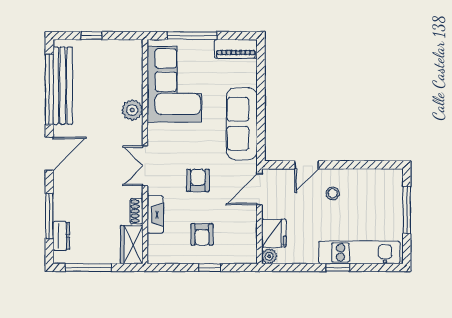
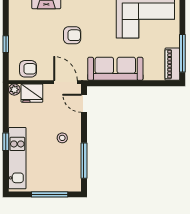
window: (192, 36) -> (182, 53), moved
door: (307, 165) -> (84, 103), moved
window: (362, 165) -> (84, 161), added
armchair: (202, 234) -> (28, 69), moved, turned 180

